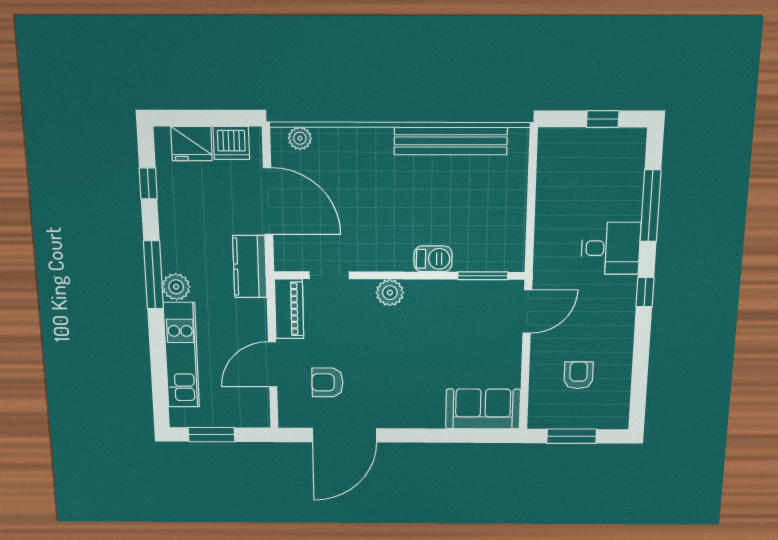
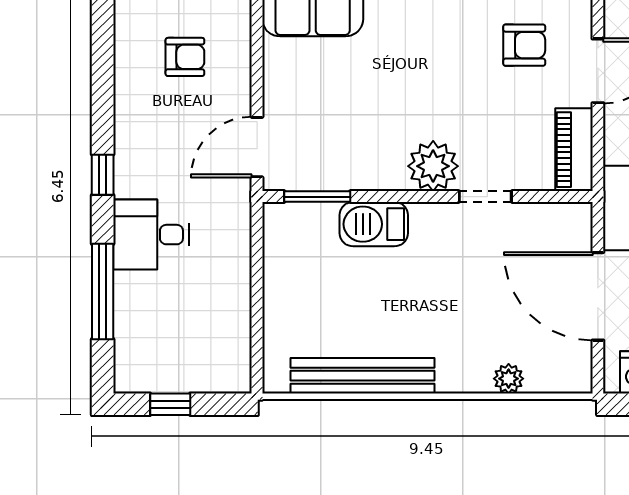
plant: (300, 138) -> (509, 379), moved
barbecue: (433, 259) -> (374, 224), width x1.38, depth x1.27
doorway: (329, 275) -> (485, 197), moved
plant: (390, 293) -> (433, 166), width x1.36, depth x1.36
armchair: (578, 375) -> (185, 57), turned -90

